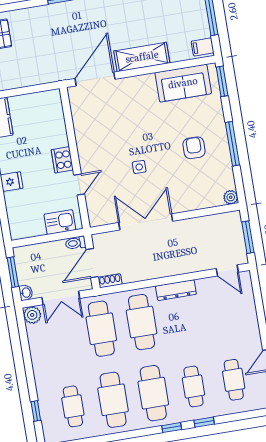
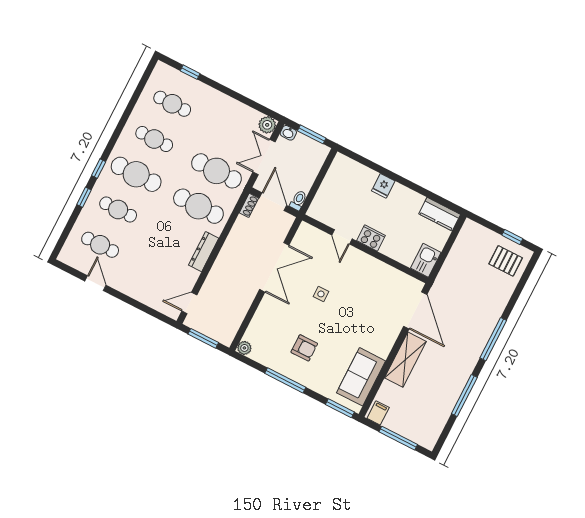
kitchen sink: (60, 222) -> (426, 260), moved, turned 180
cafe table: (113, 400) -> (154, 139), width x0.73, depth x0.74

